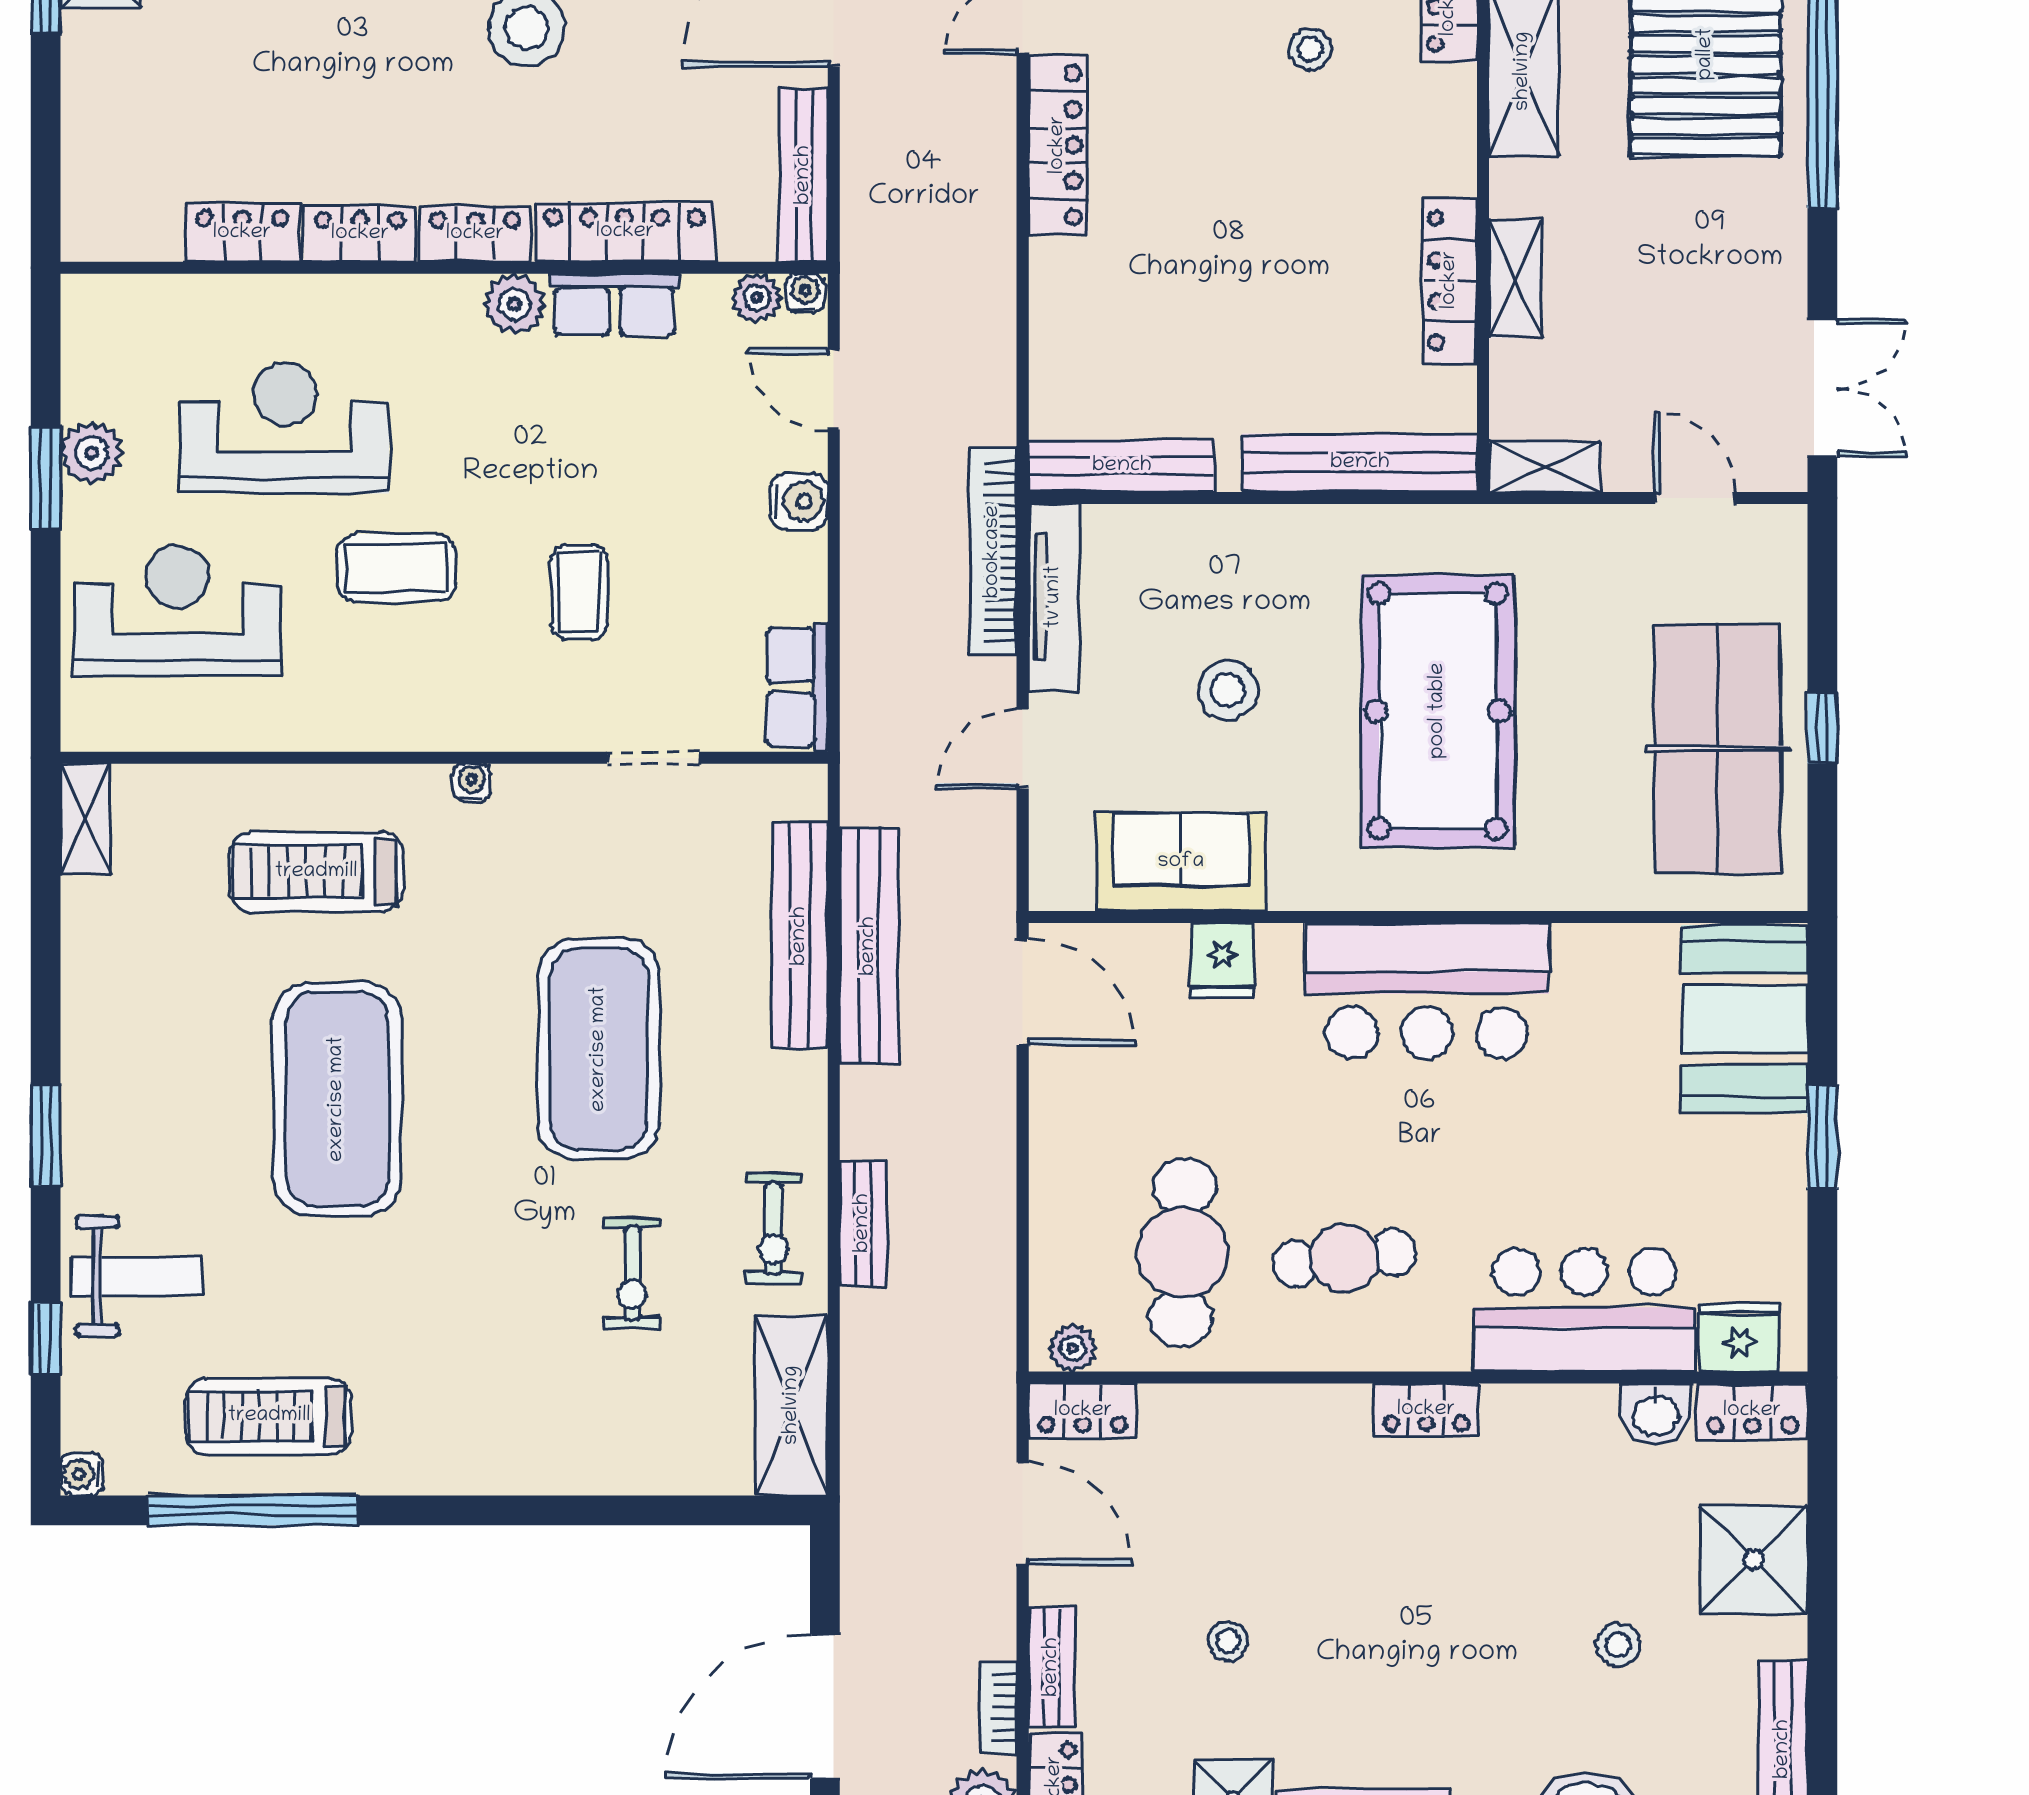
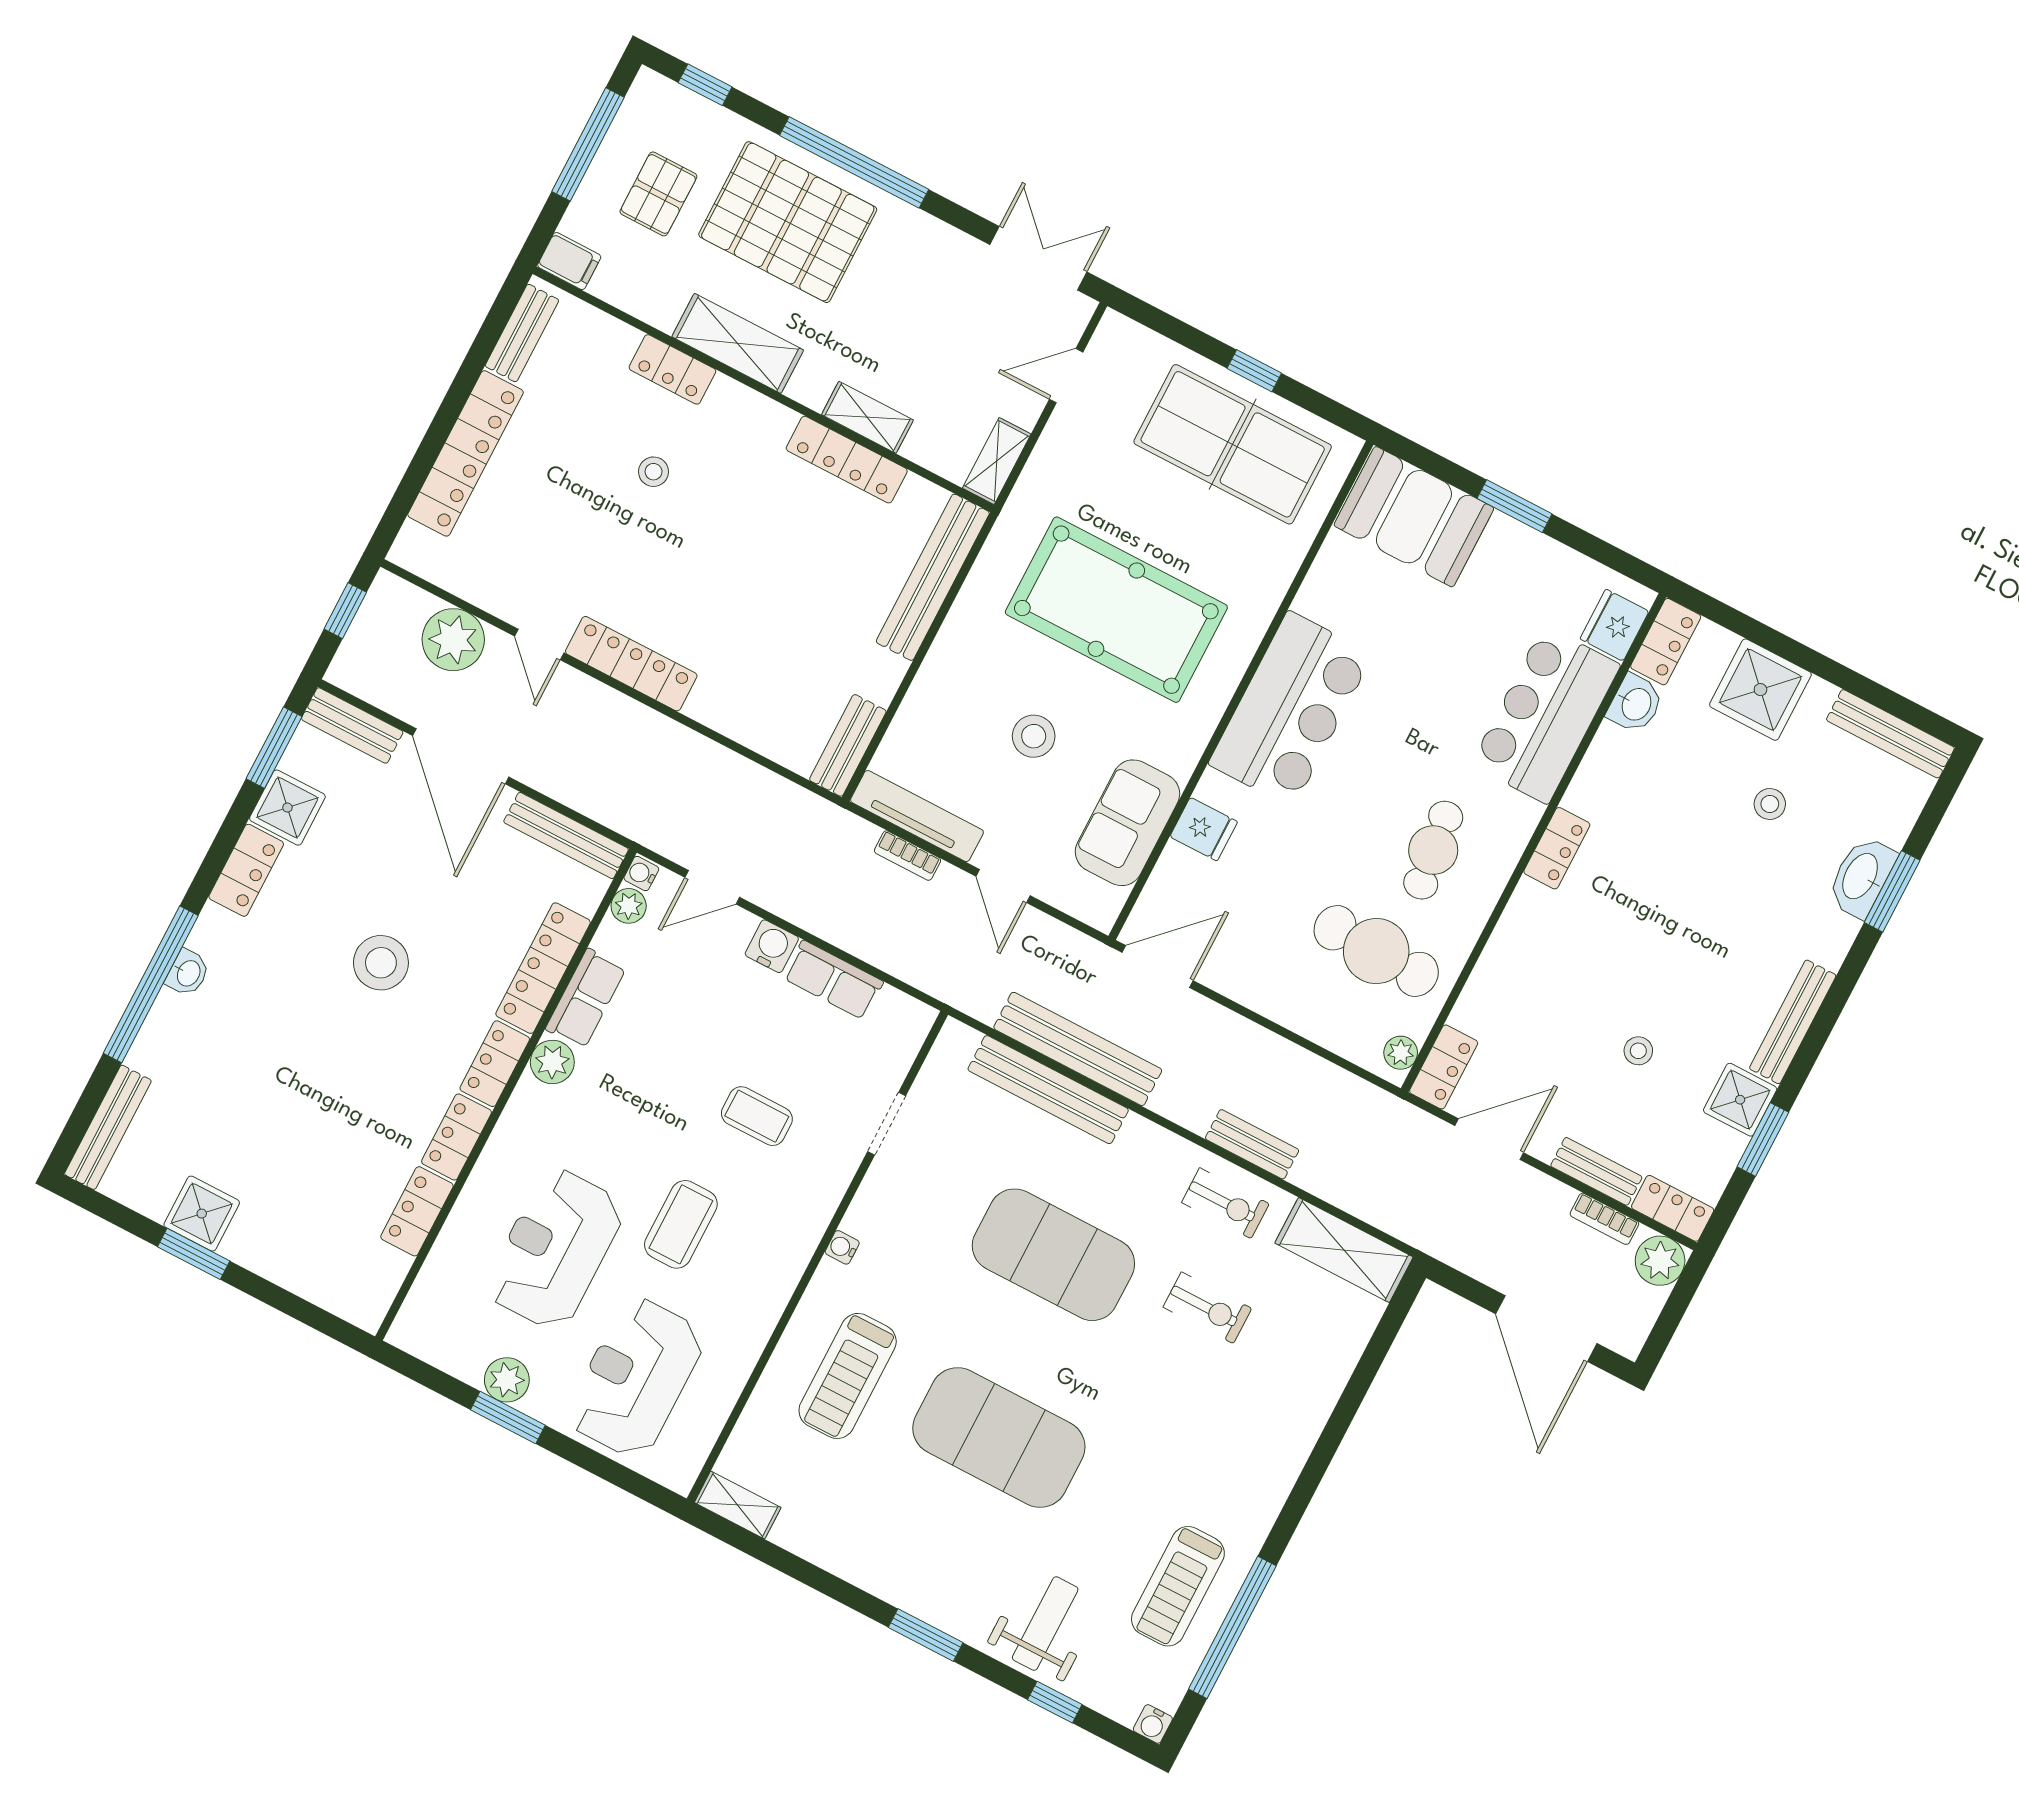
bench: (1122, 466) -> (848, 745), width x0.73
bookcase: (993, 552) -> (908, 856), width x0.43, depth x0.76
row of seats: (797, 687) -> (833, 980), moved

